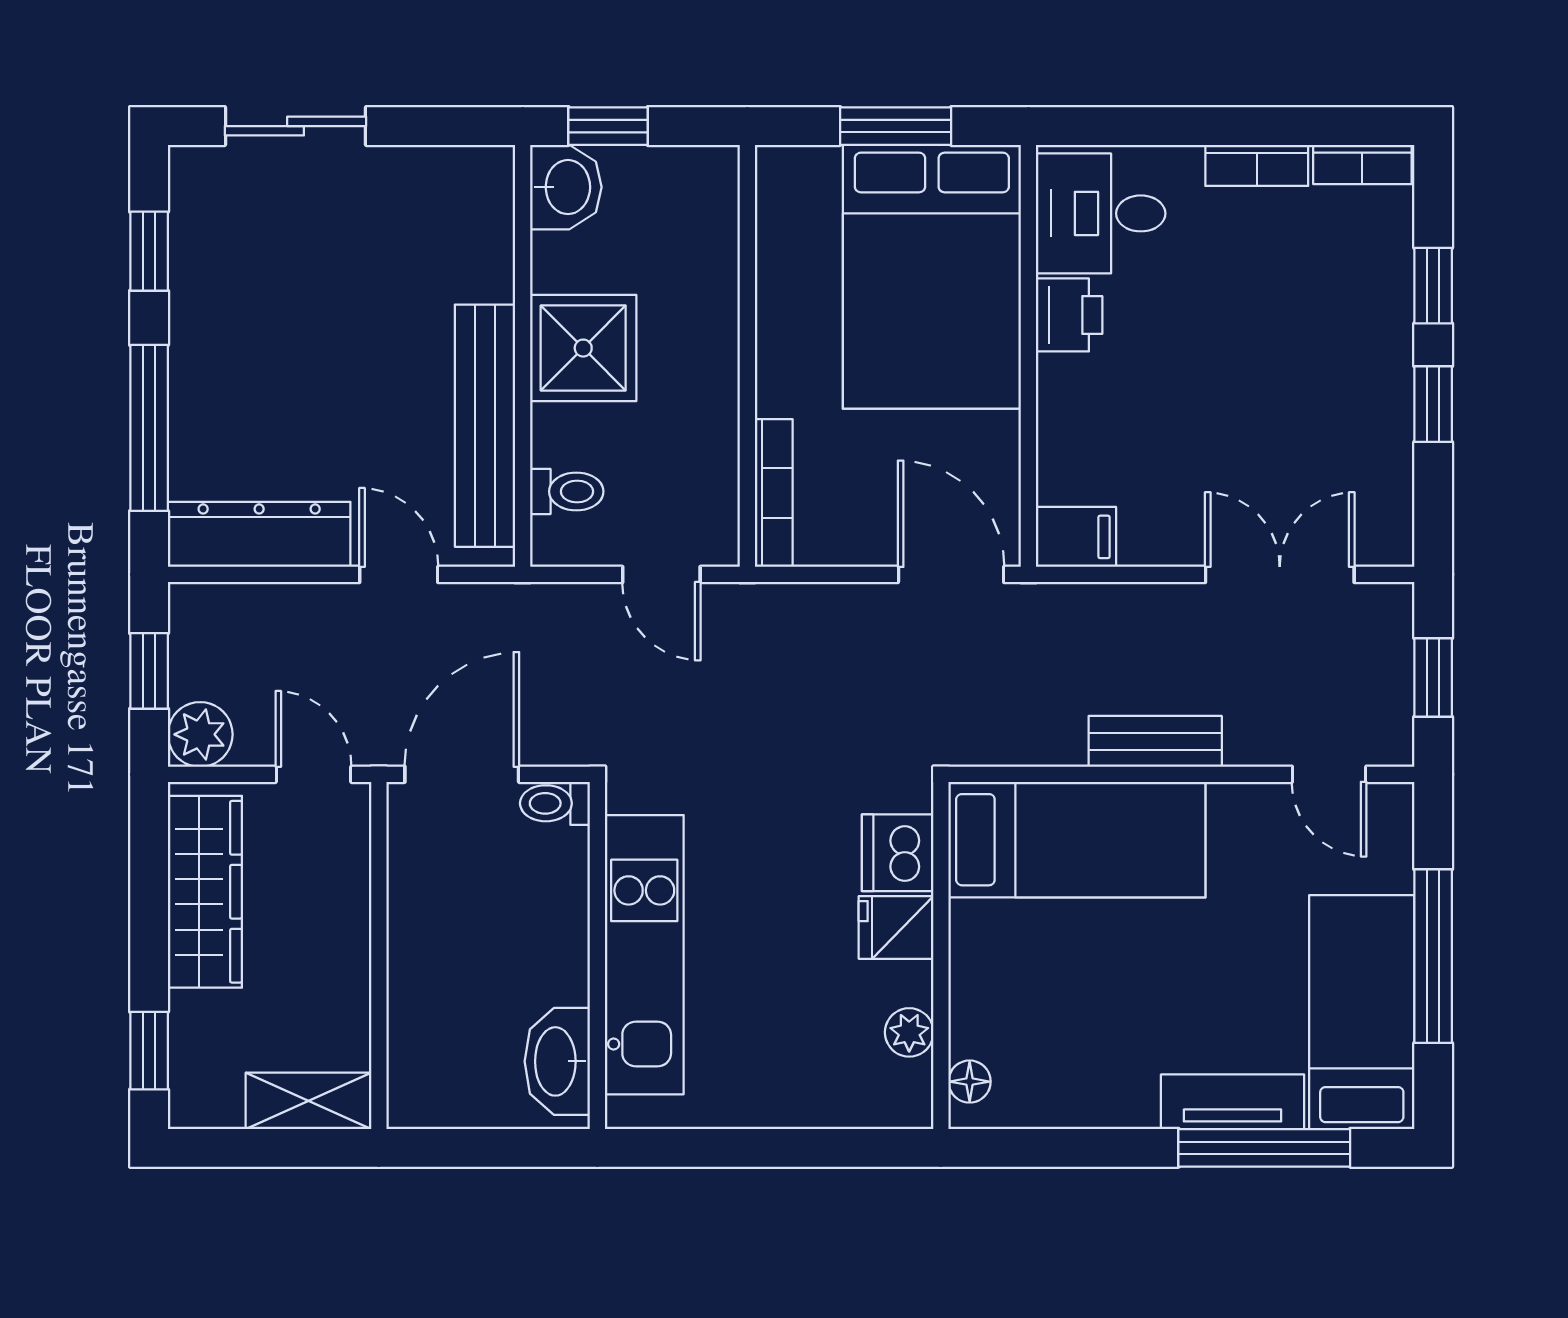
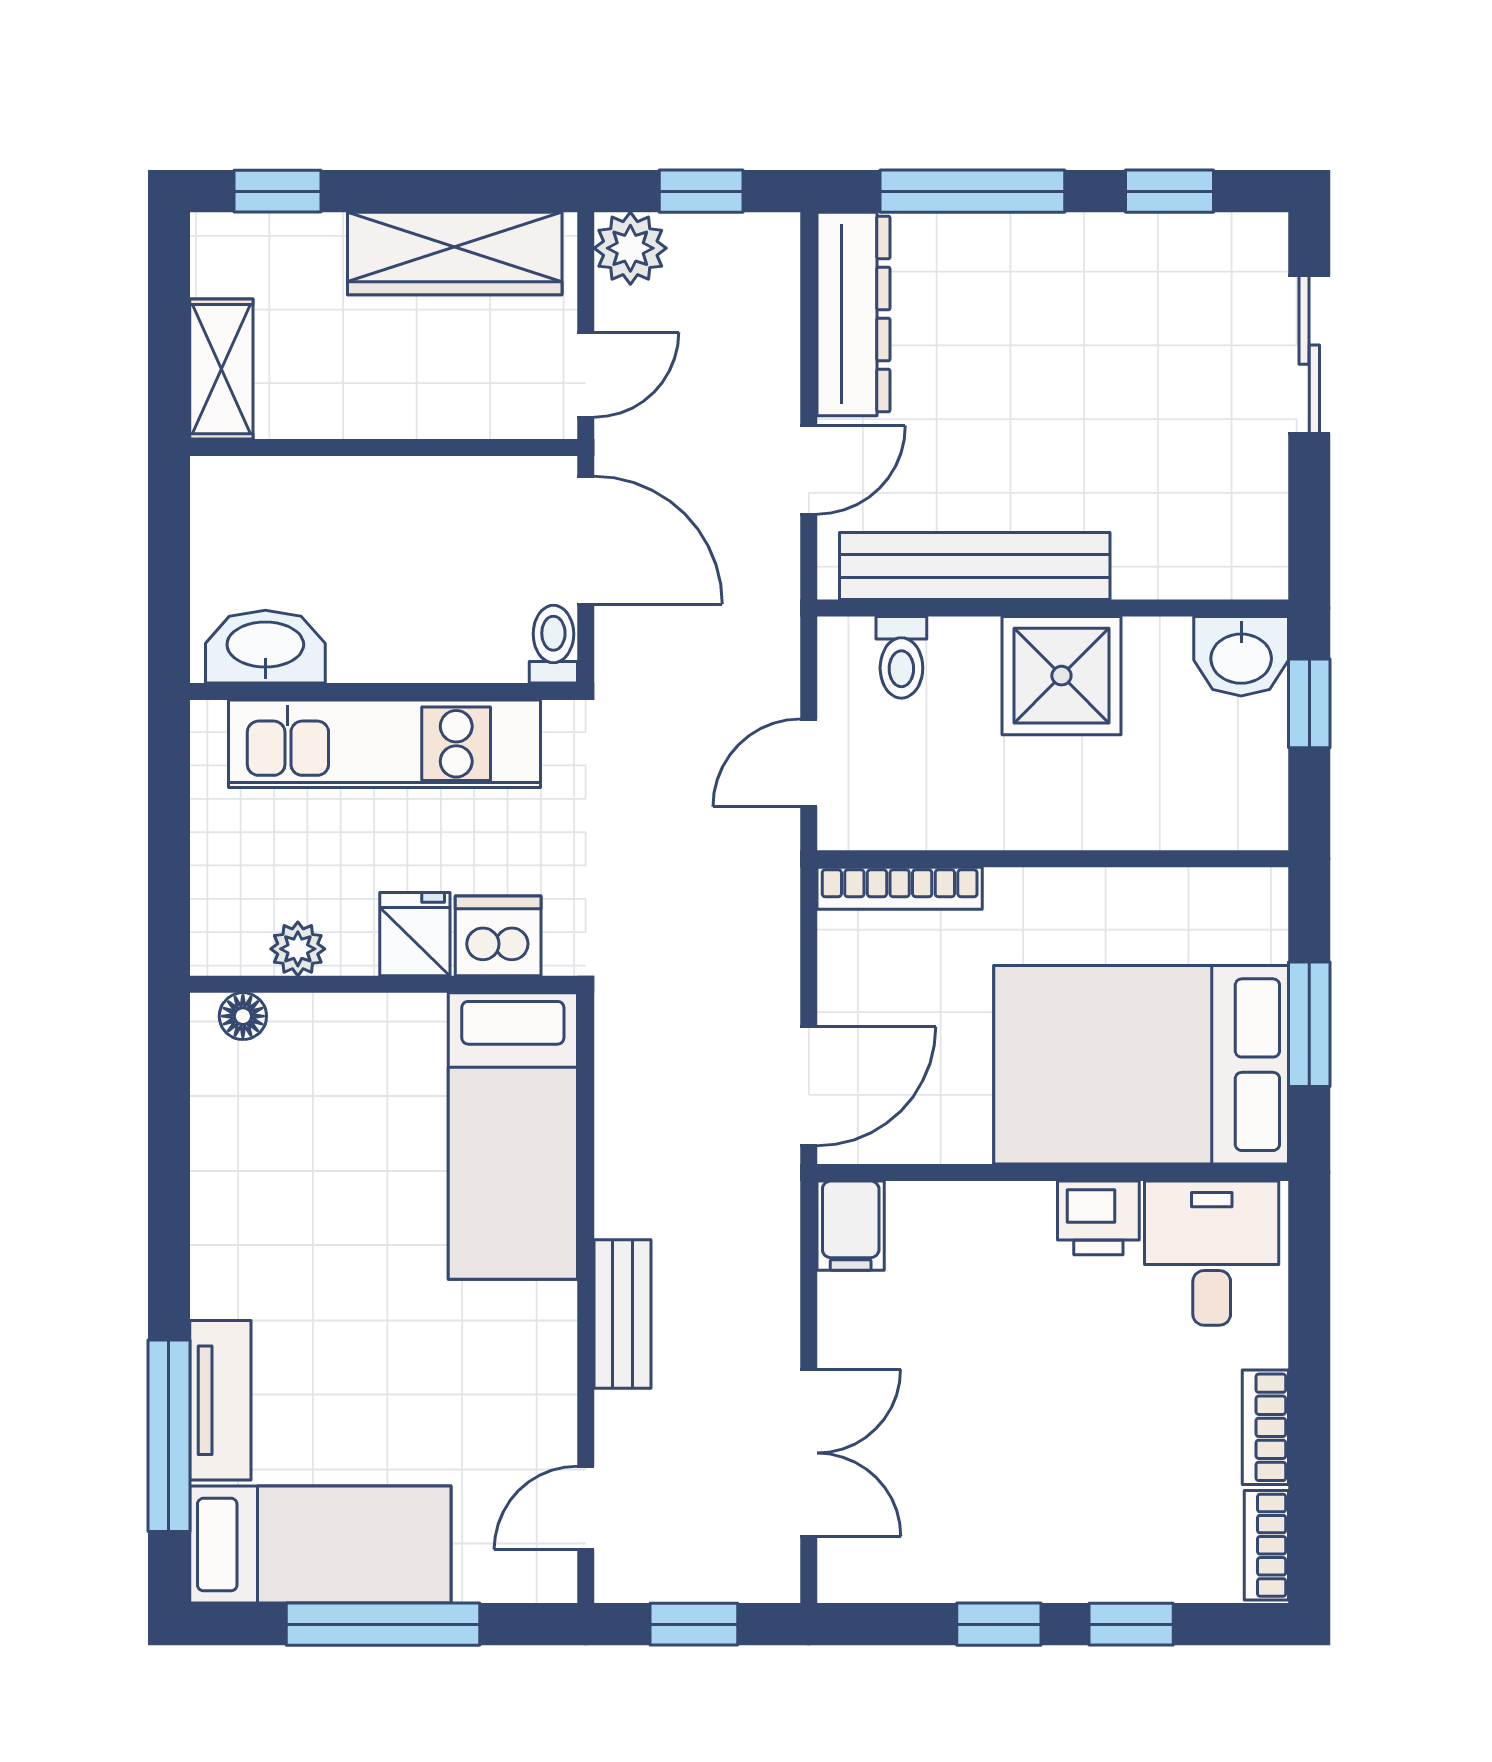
bed: (1077, 840) -> (513, 1136), moved
dishwasher: (898, 853) -> (498, 936), moved
fridge: (896, 927) -> (415, 934), moved
wall: (941, 955) -> (384, 984), moved
plant: (909, 1032) -> (298, 949), moved
floor lamp: (970, 1082) -> (243, 1016), moved

